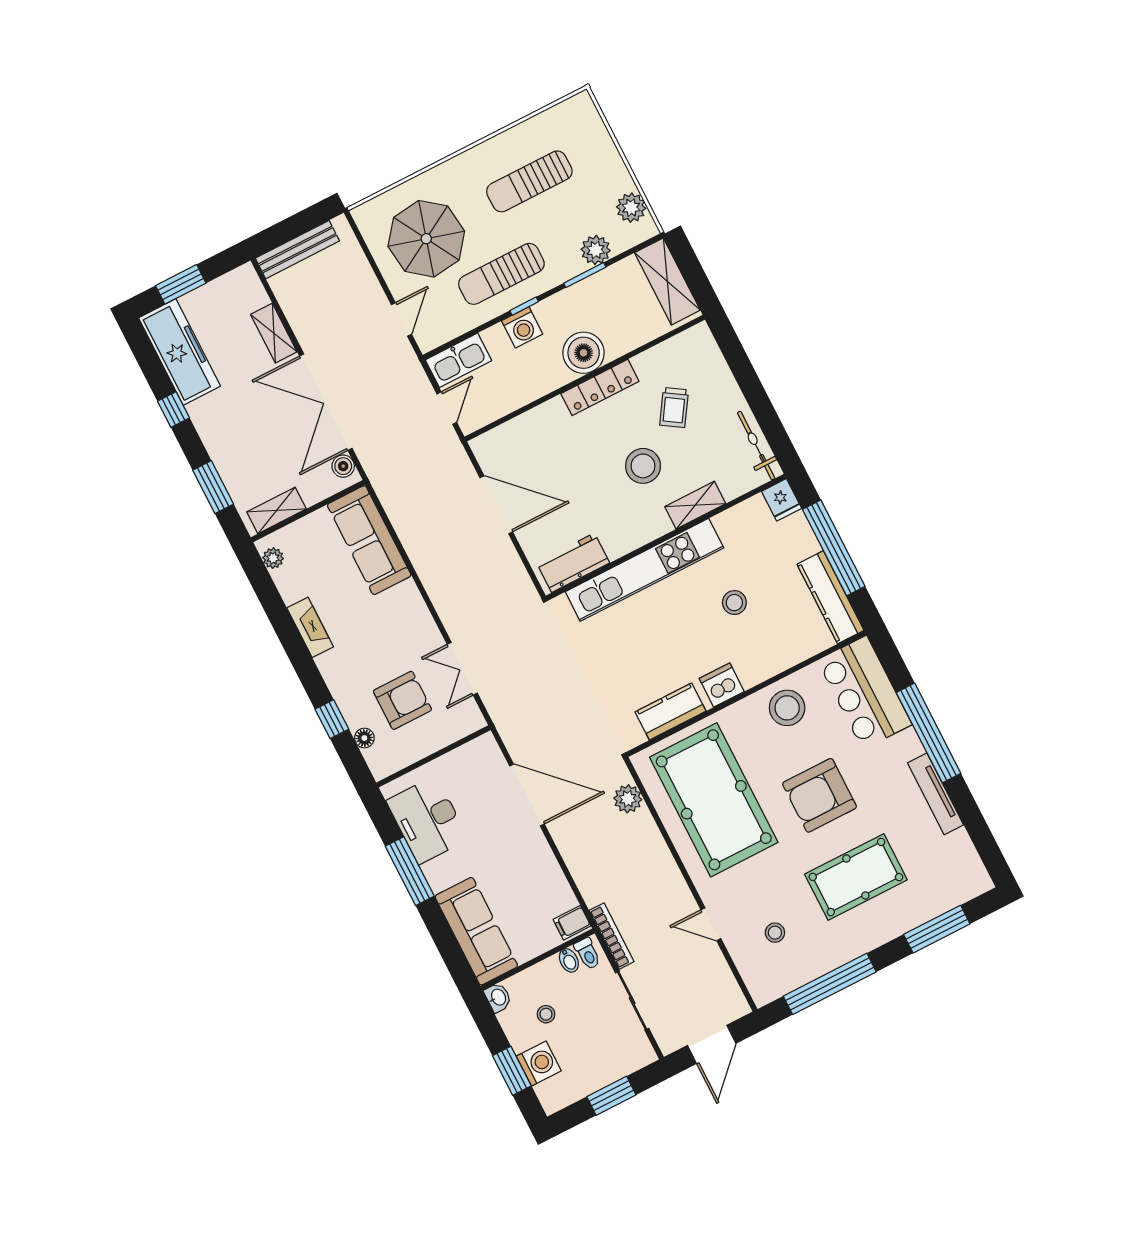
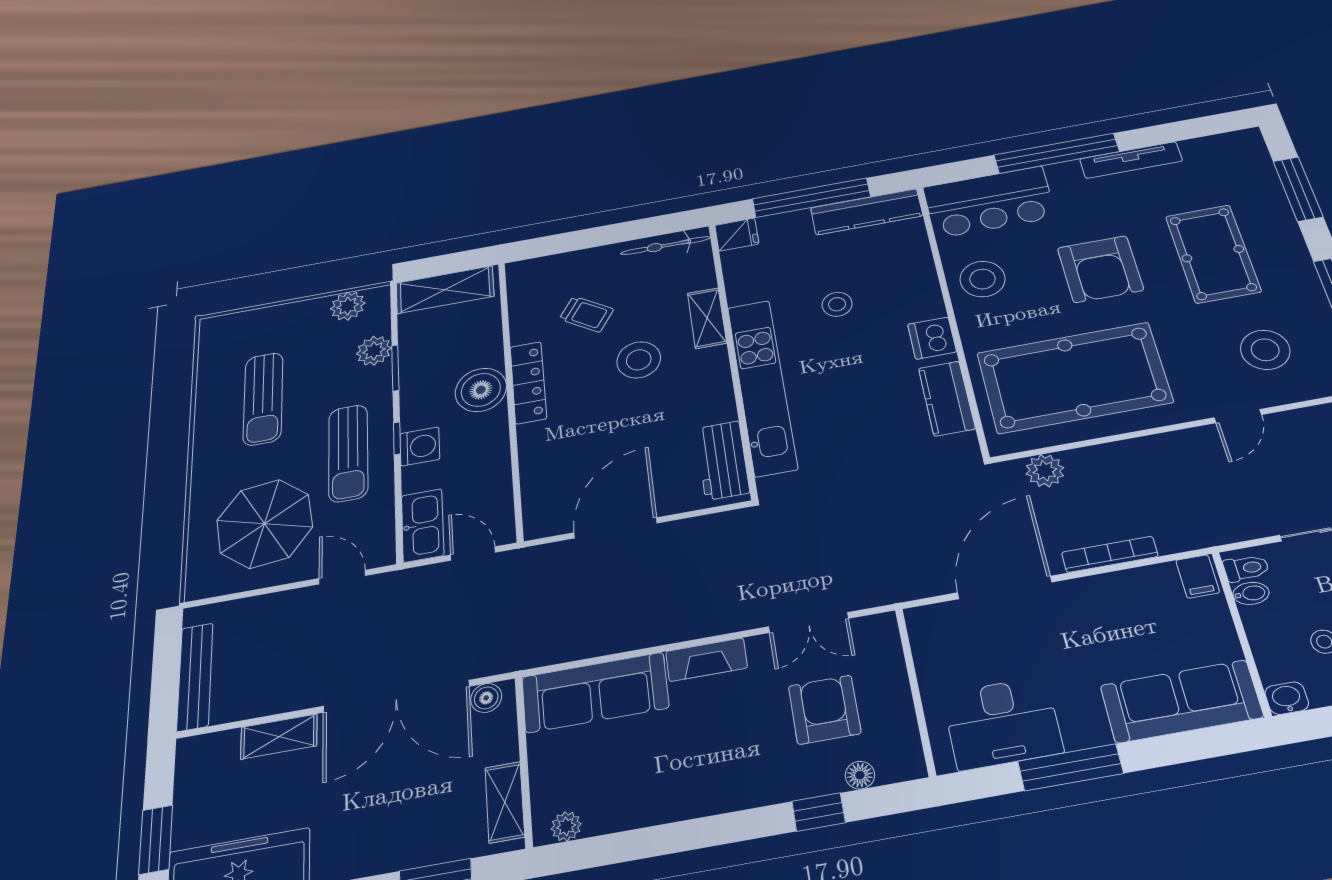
fireplace: (310, 627) -> (706, 660), moved, turned 180
stool: (775, 933) -> (1265, 350), width x1.89, depth x1.89
bookcase: (612, 936) -> (1110, 554), moved

